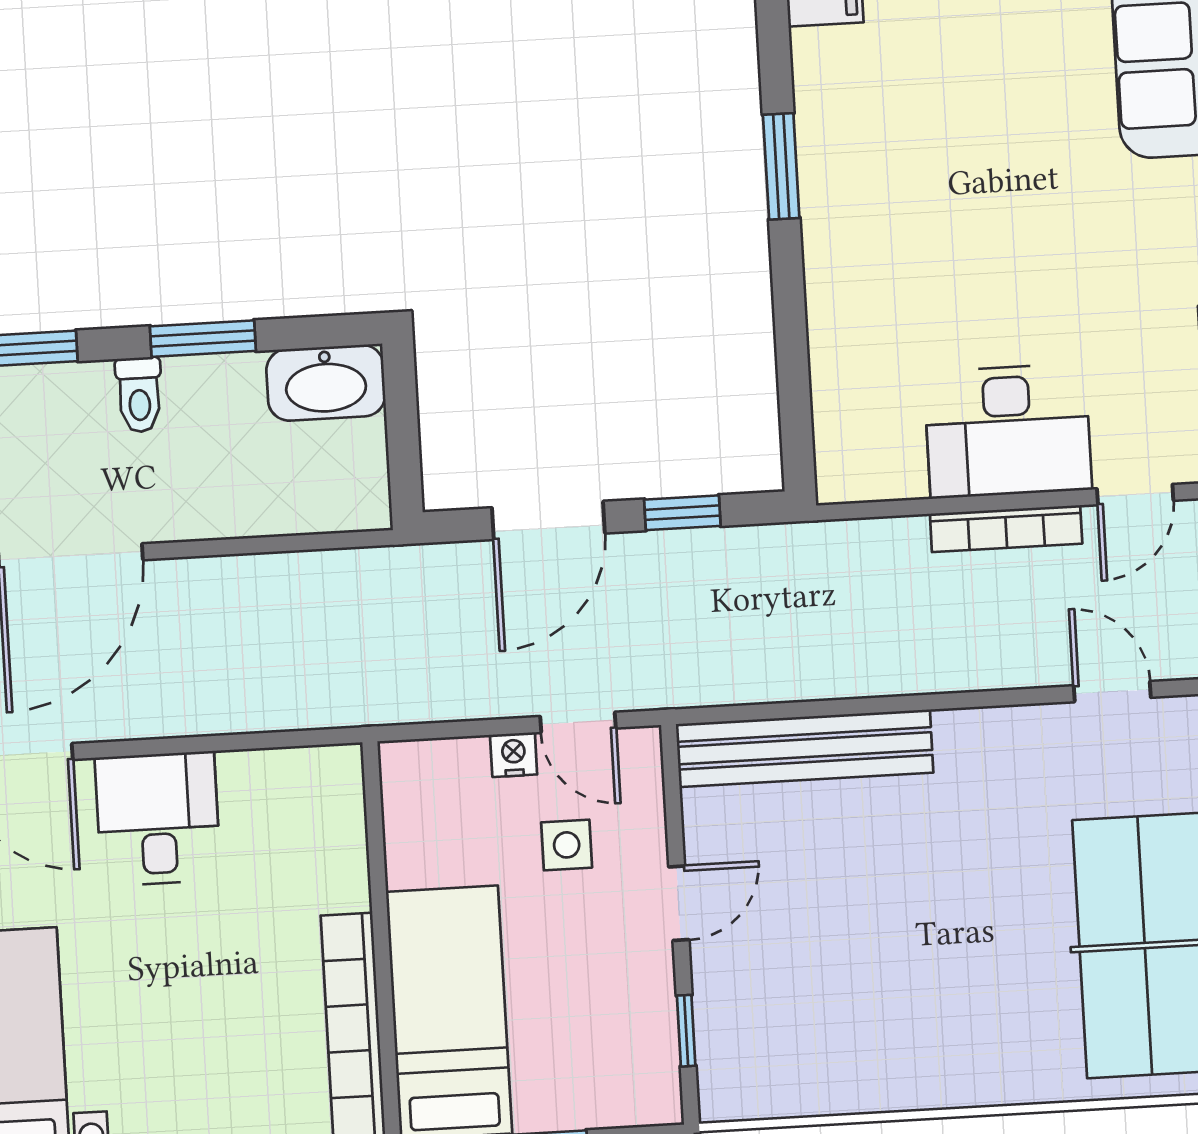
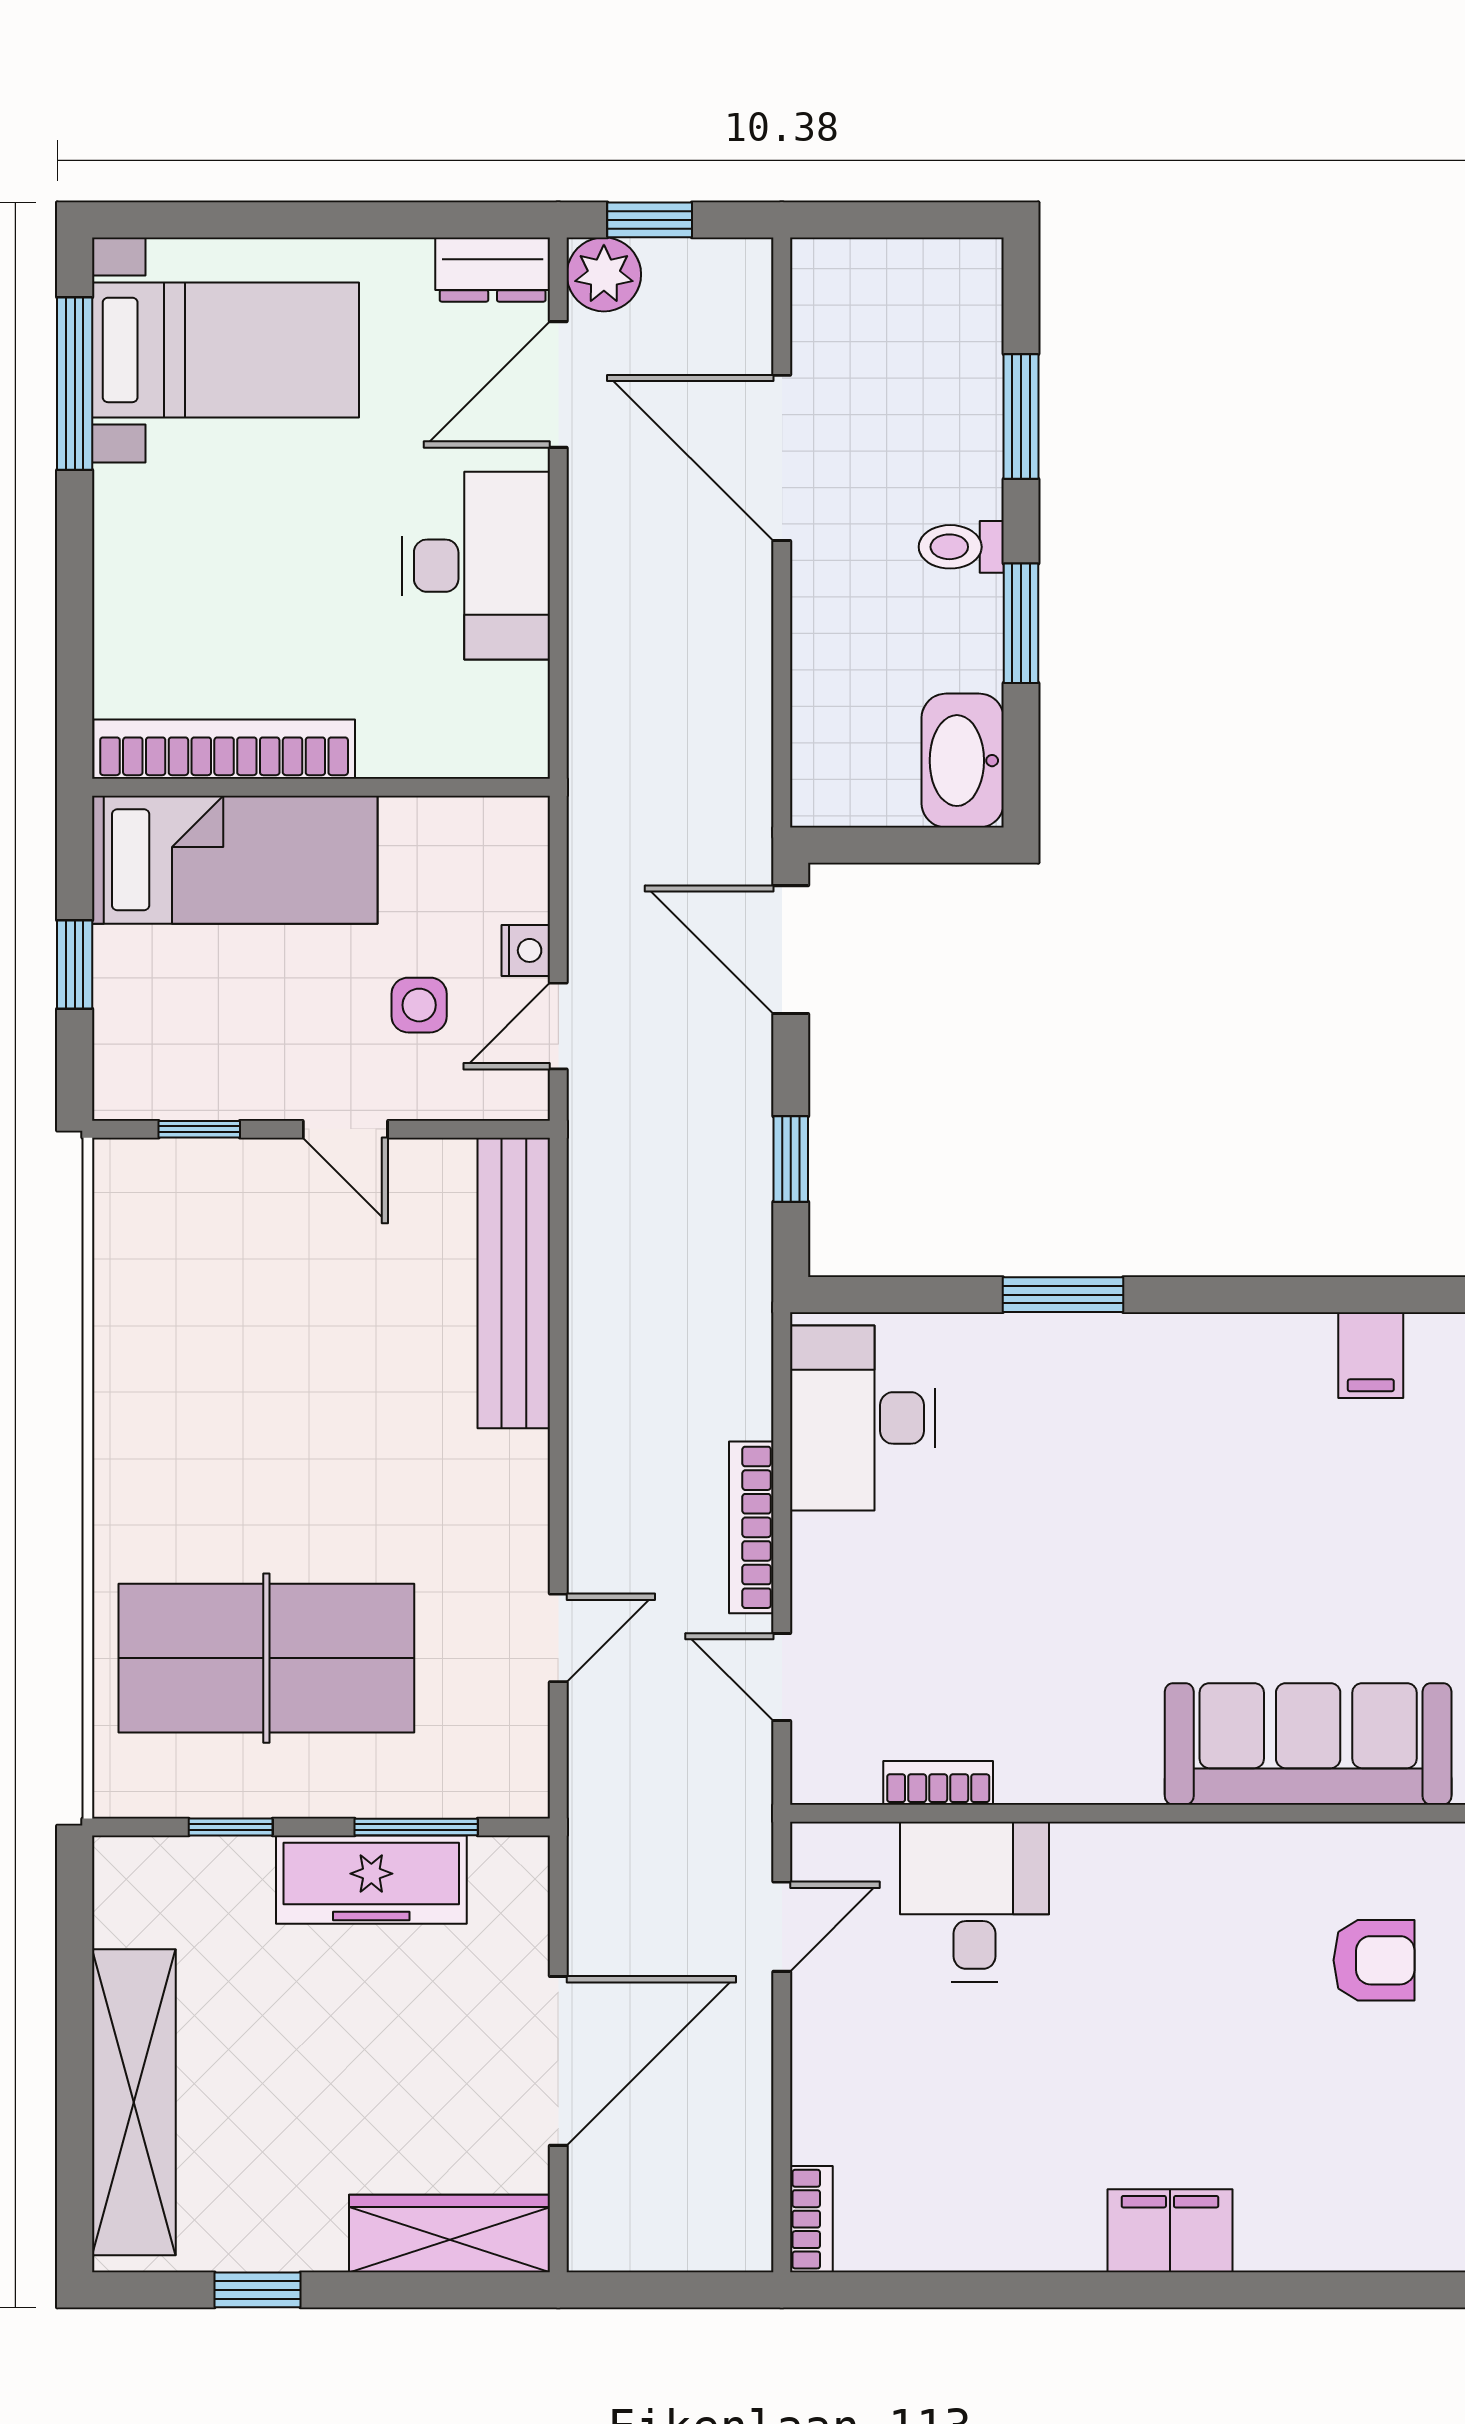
window: (781, 166) -> (1063, 1295), moved
desk: (1008, 431) -> (863, 1418), moved
door: (548, 520) -> (791, 950), moved
desk: (158, 819) -> (476, 566), width x1.37

